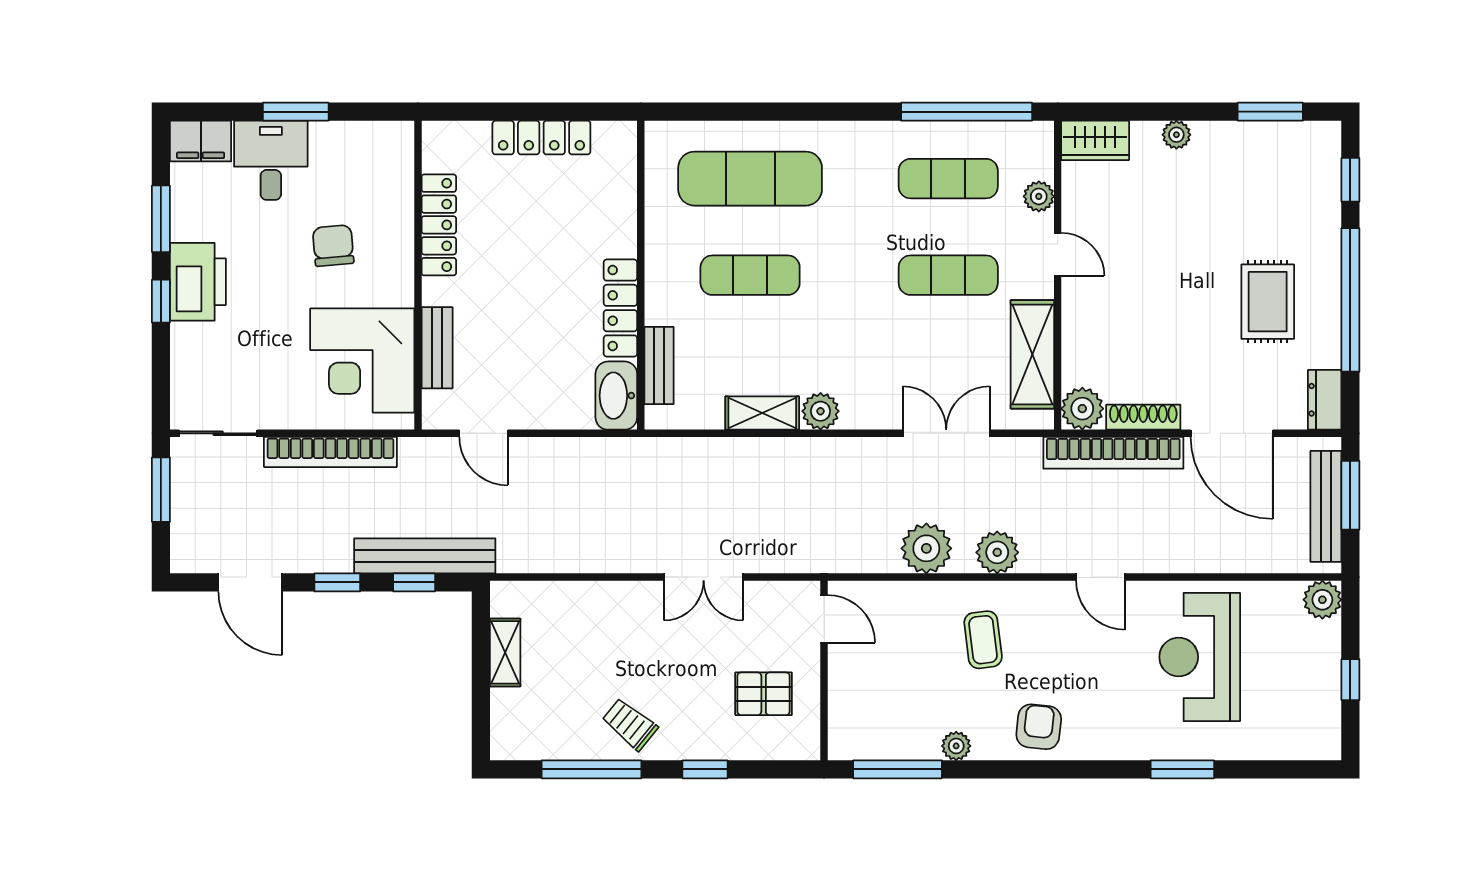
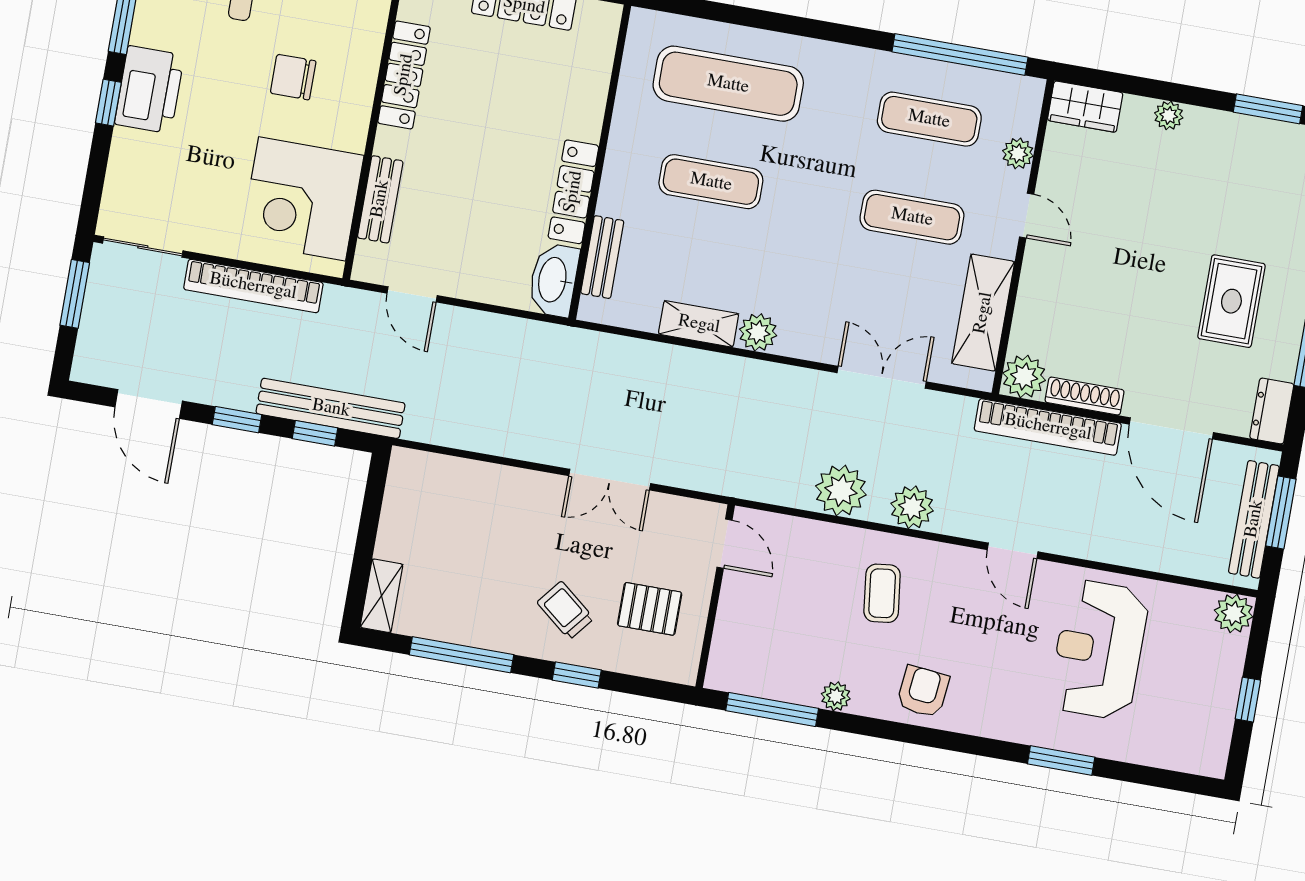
chair: (333, 246) -> (293, 77), turned -85
shelving: (505, 652) -> (382, 596), moved
trolley: (630, 724) -> (565, 610), moved

